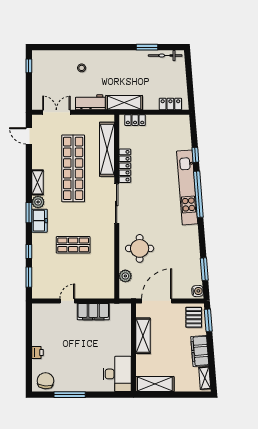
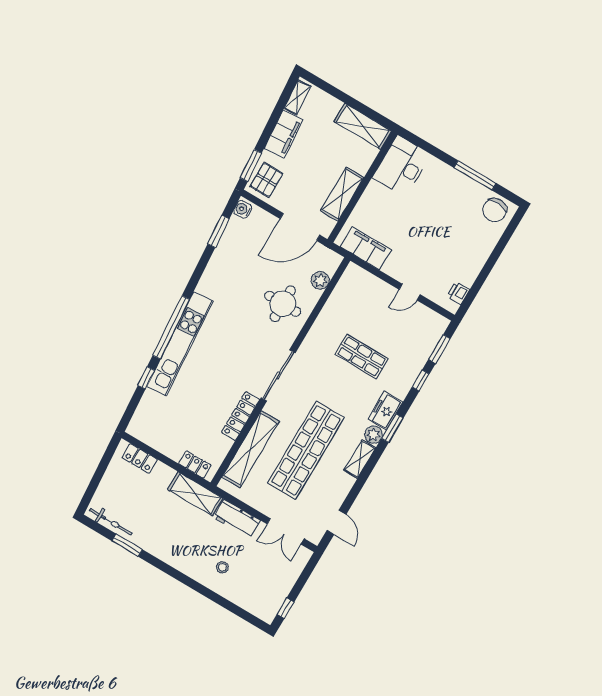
filing cabinet: (93, 312) -> (366, 248), moved
printer: (38, 353) -> (458, 293), moved

